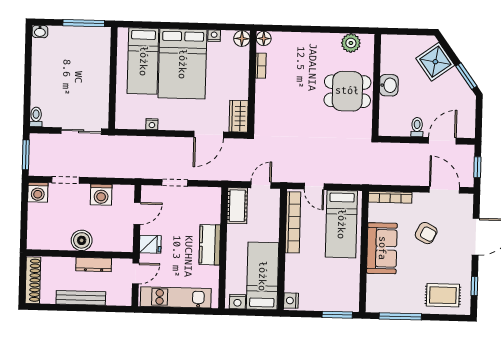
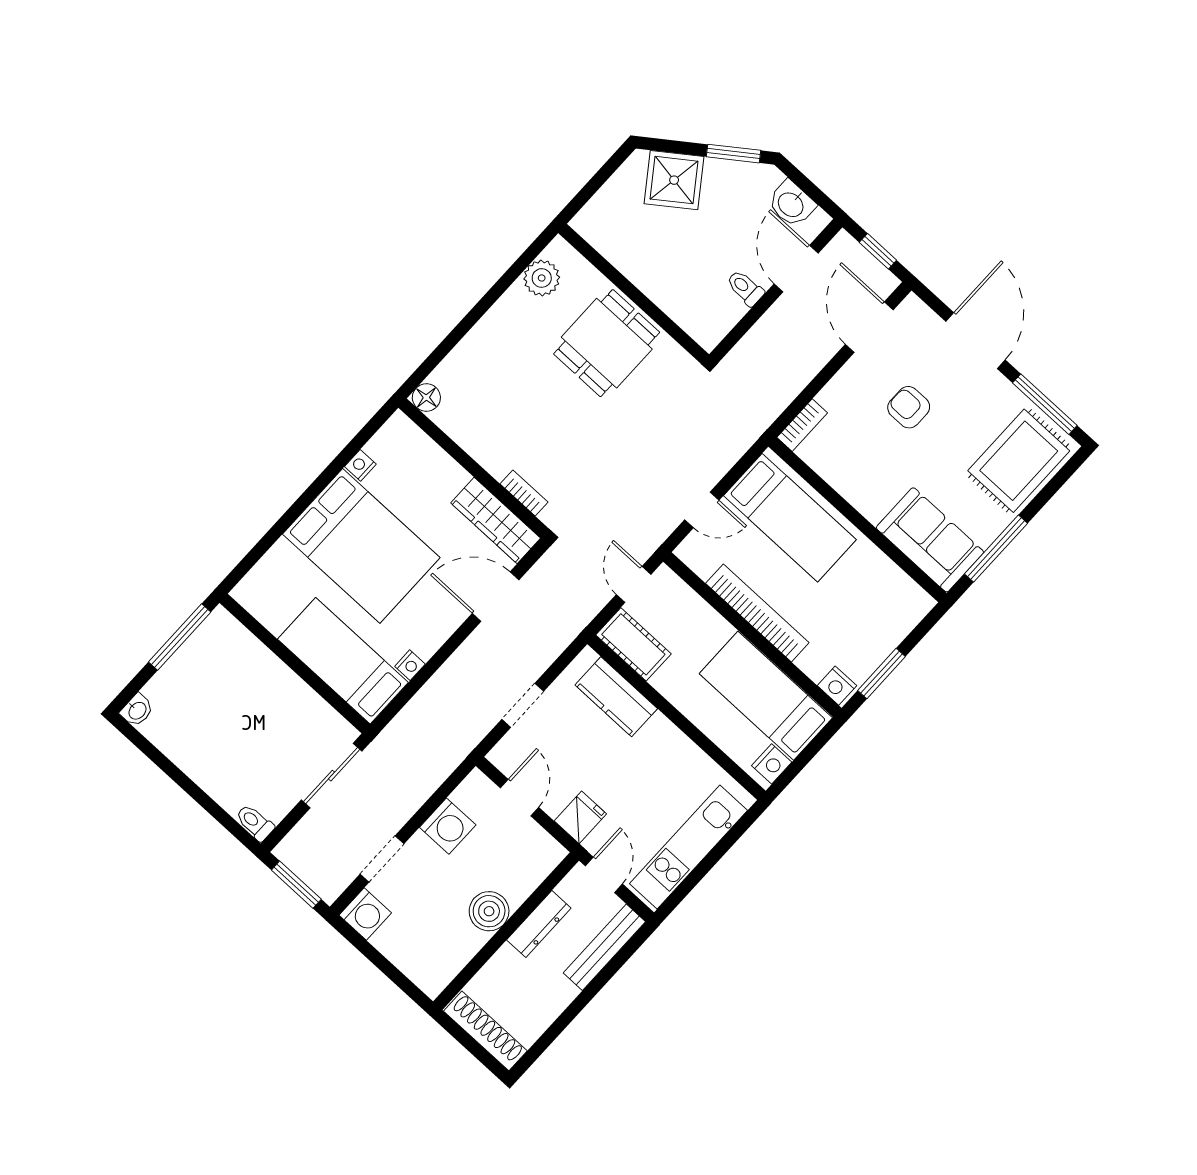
floor lamp: (242, 39) -> (399, 429), removed
bed: (143, 61) -> (343, 661), moved, turned 180
bookcase: (261, 66) -> (524, 493), moved
washbasin: (389, 85) -> (791, 204), moved, turned 180
wardrobe: (239, 116) -> (496, 520), width x1.50
door: (209, 135) -> (496, 597), swing flipped
door: (444, 190) -> (869, 327), hinge flipped
bookcase: (390, 197) -> (802, 425), width x0.64
bookcase: (293, 222) -> (757, 613), moved
armchair: (426, 233) -> (909, 407), turned -117
kitchen counter: (210, 245) -> (616, 697), moved
sofa: (382, 248) -> (930, 540), moved
window: (474, 286) -> (1045, 404), width x2.17
rug: (443, 295) -> (1019, 461), width x1.36, depth x1.43
bench: (81, 298) -> (604, 947), moved
window: (337, 315) -> (882, 674), moved

